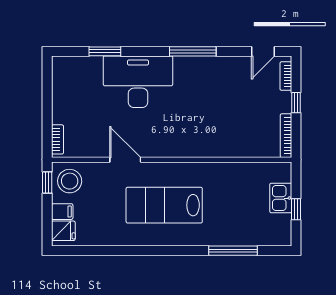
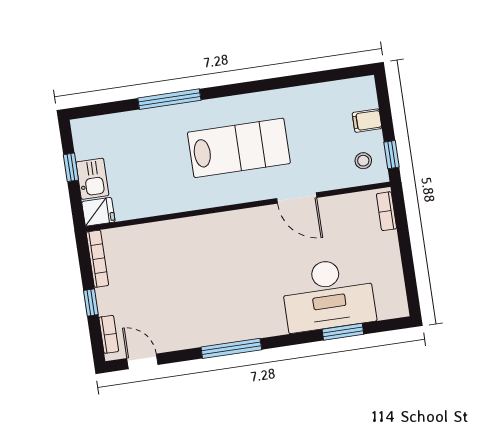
door: (263, 51) -> (142, 361), hinge flipped
desk: (138, 82) -> (328, 295), moved
stool: (70, 181) -> (363, 161), width x0.53, depth x0.53
fridge: (63, 231) -> (98, 212), moved, turned 180
window: (233, 251) -> (169, 99), moved

